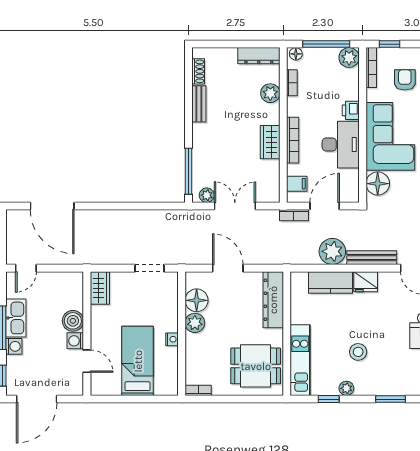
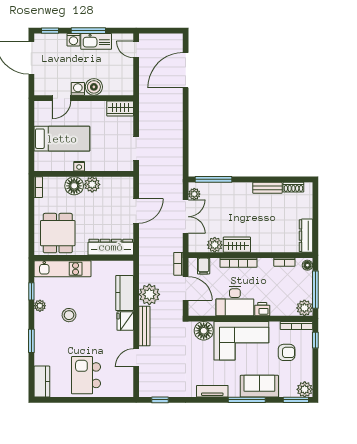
plant: (270, 93) -> (215, 245), moved
floor lamp: (197, 300) -> (74, 186), moved

